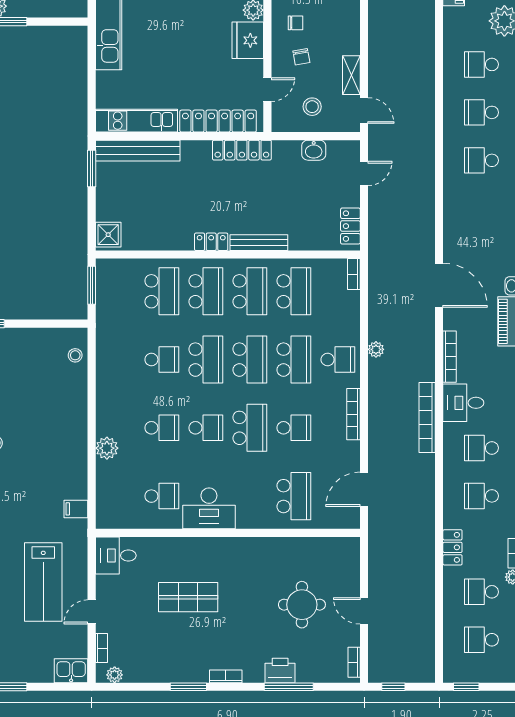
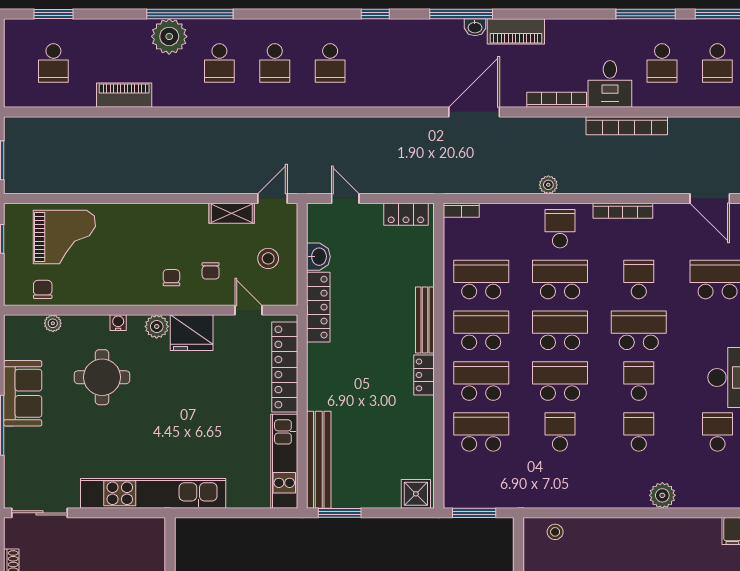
chair: (301, 57) -> (211, 271), turned 100
locker: (242, 150) -> (318, 307), moved

